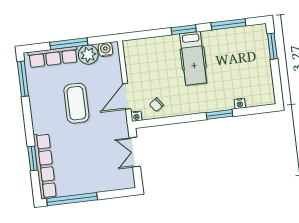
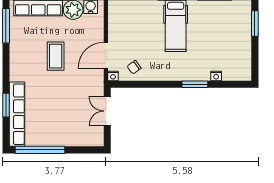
coffee table: (76, 103) -> (56, 56), width x0.73, depth x0.76

